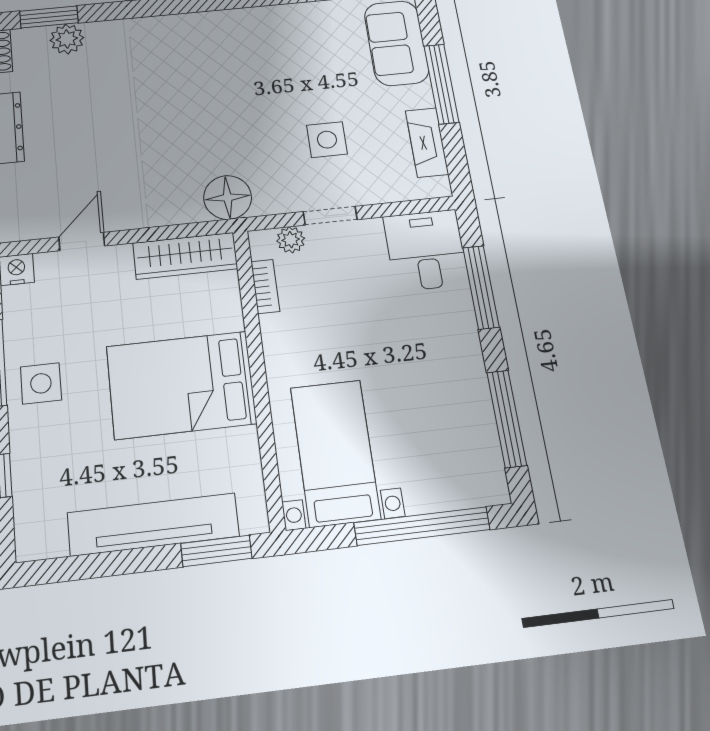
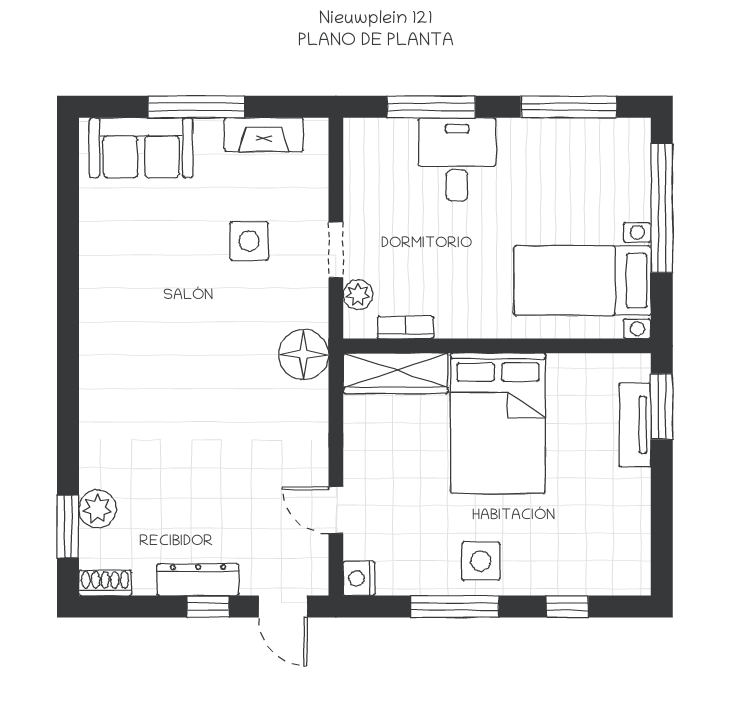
desk: (426, 250) -> (457, 160), moved, turned 90
wardrobe: (185, 256) -> (395, 373), moved, turned 90
tv unit: (153, 524) -> (635, 425), width x0.52, depth x0.78

